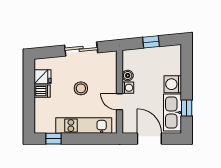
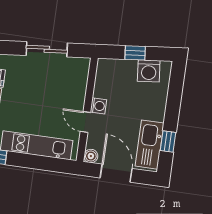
boiler: (128, 75) -> (91, 156), moved
washing machine: (173, 84) -> (149, 71), moved, turned -96
stool: (81, 88) -> (39, 98), removed

